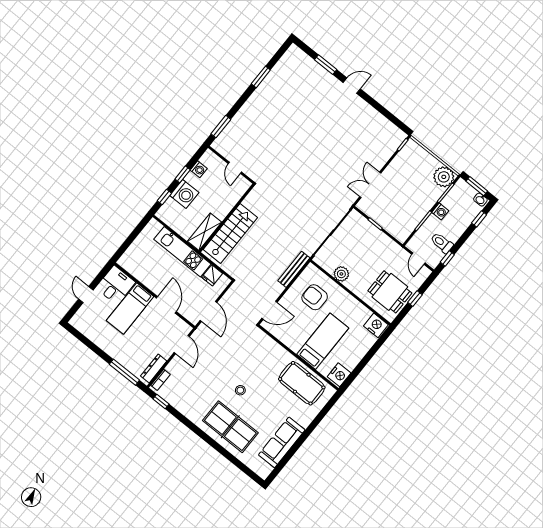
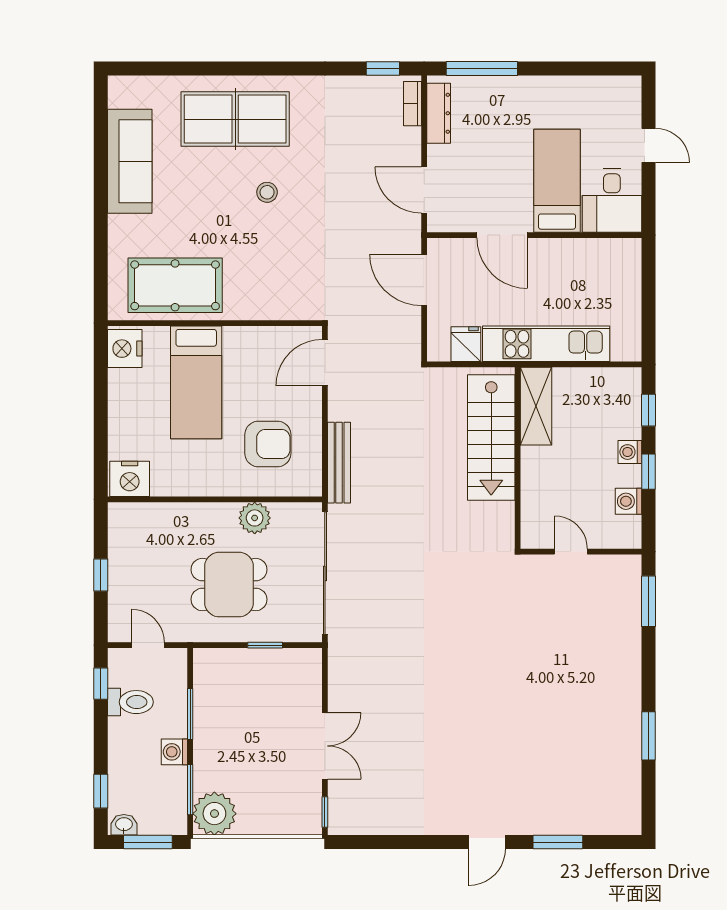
double door: (370, 185) -> (325, 746), moved
washing machine: (184, 194) -> (630, 452), width x0.53, depth x0.53
dining table: (390, 292) -> (229, 585), moved

